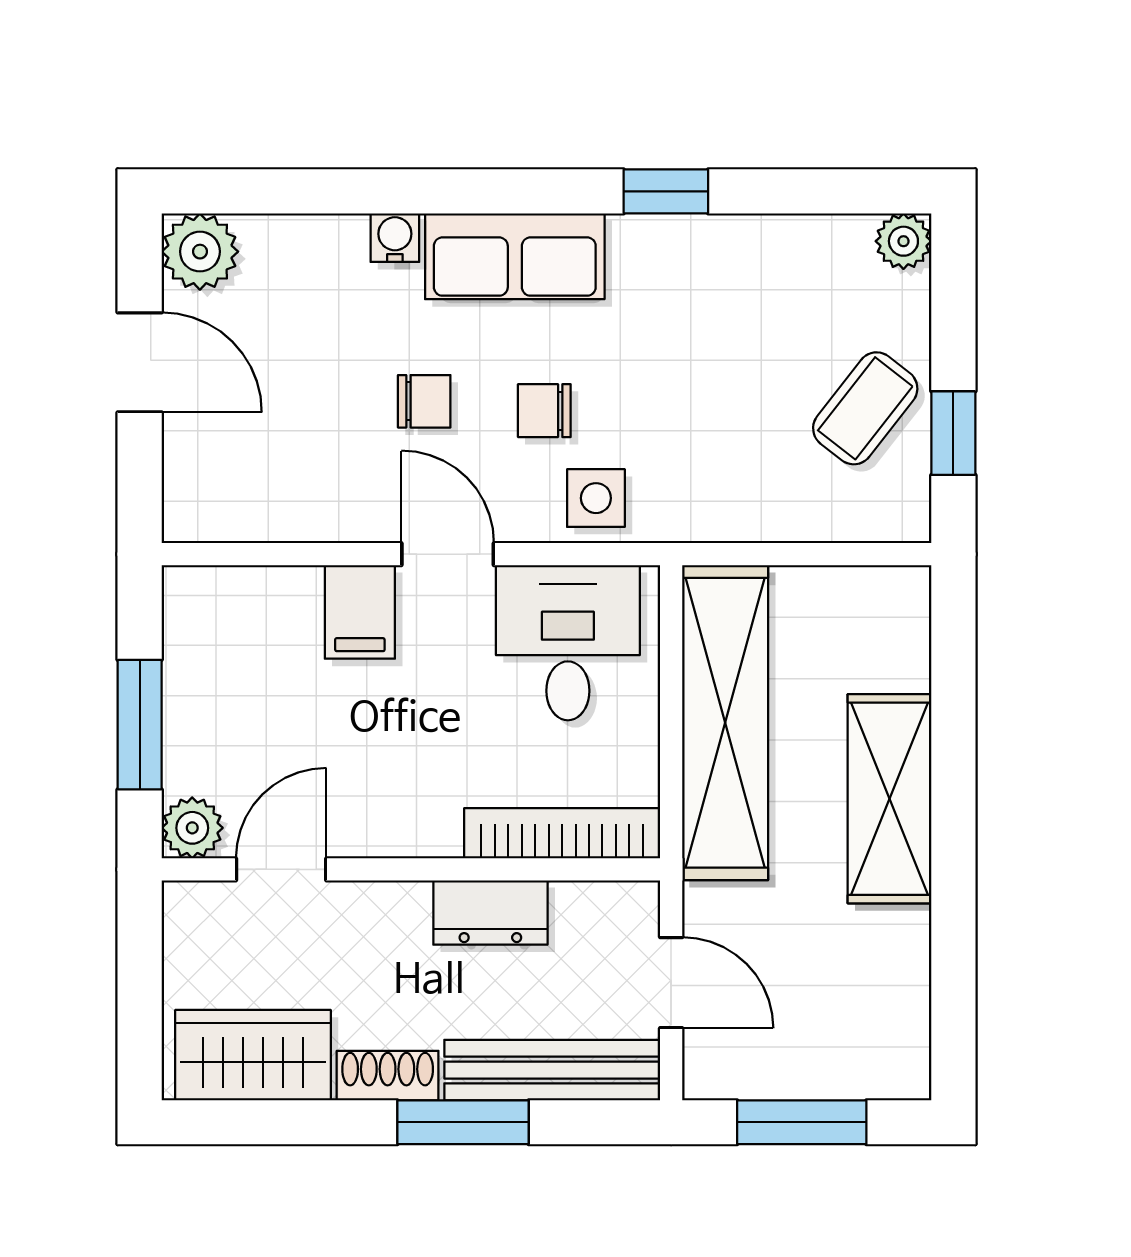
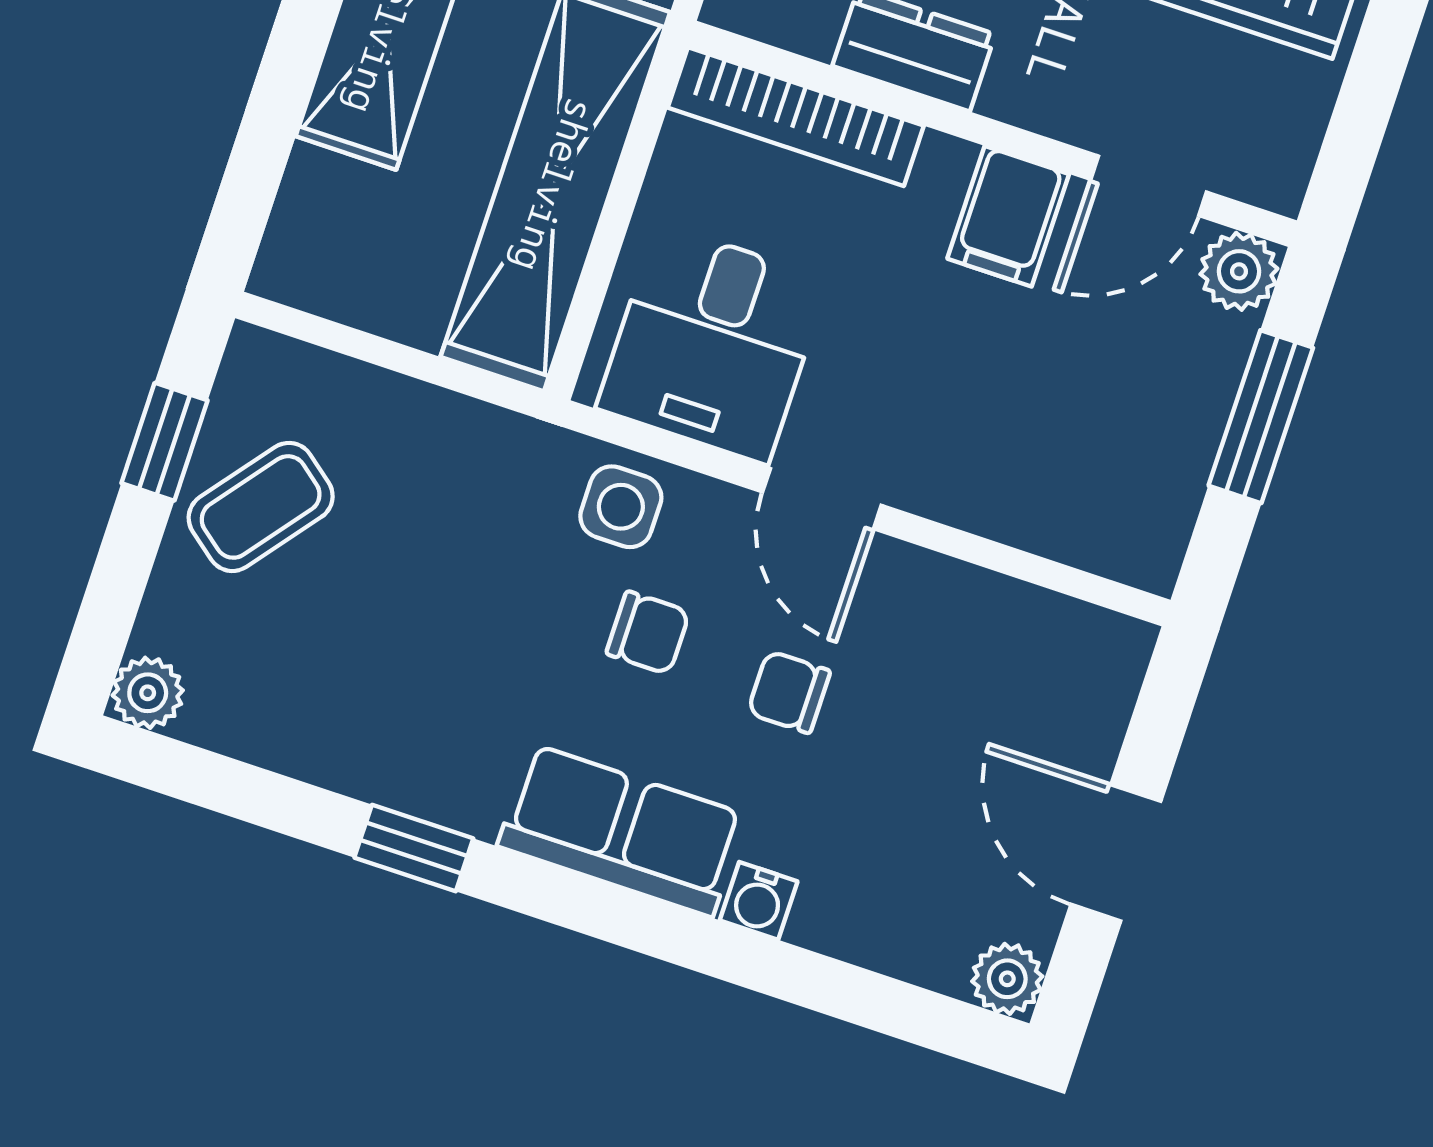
plant: (200, 252) -> (1007, 979), width x0.73, depth x0.73
filing cabinet: (360, 612) -> (1008, 216), moved, turned 180

